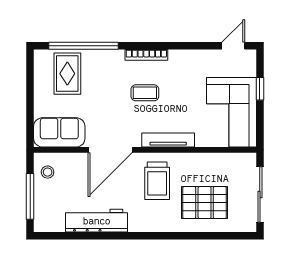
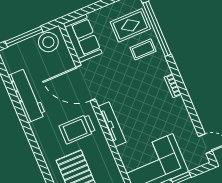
bookcase: (146, 55) -> (173, 86), width x0.64
coffee table: (145, 93) -> (143, 49), moved, turned 90
stool: (48, 172) -> (48, 42), width x1.89, depth x1.89

